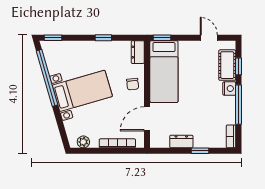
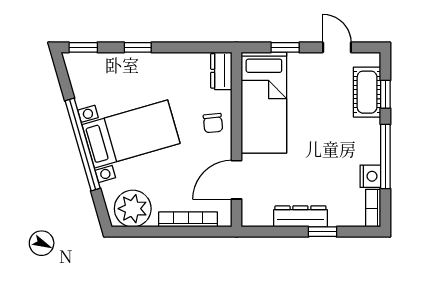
window: (103, 38) -> (138, 47), moved
window: (162, 38) -> (285, 47), moved
window: (47, 78) -> (83, 145), moved
nightstand: (229, 89) -> (370, 176), moved
dresser: (181, 141) -> (300, 216), width x1.44
plant: (83, 142) -> (133, 209), width x1.87, depth x1.87

